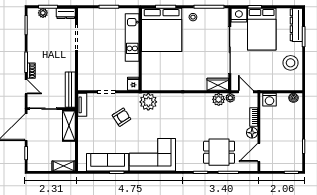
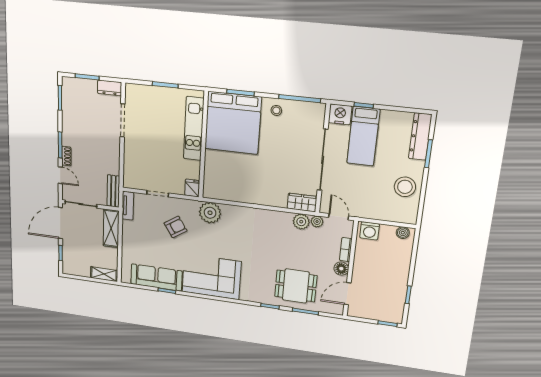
plant: (43, 13) -> (81, 84), removed
bed: (262, 29) -> (363, 136), width x0.67
bench: (70, 90) -> (113, 191), width x0.73

